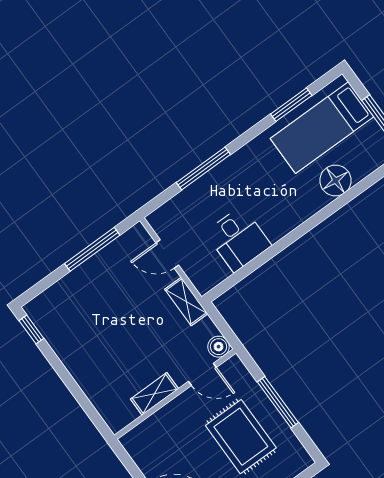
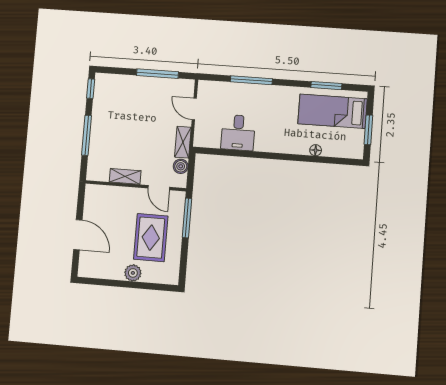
floor lamp: (336, 181) -> (316, 150), width x0.53, depth x0.53
boiler: (219, 347) -> (181, 166), moved
window: (72, 385) -> (87, 135), added
window: (278, 402) -> (187, 218), moved

